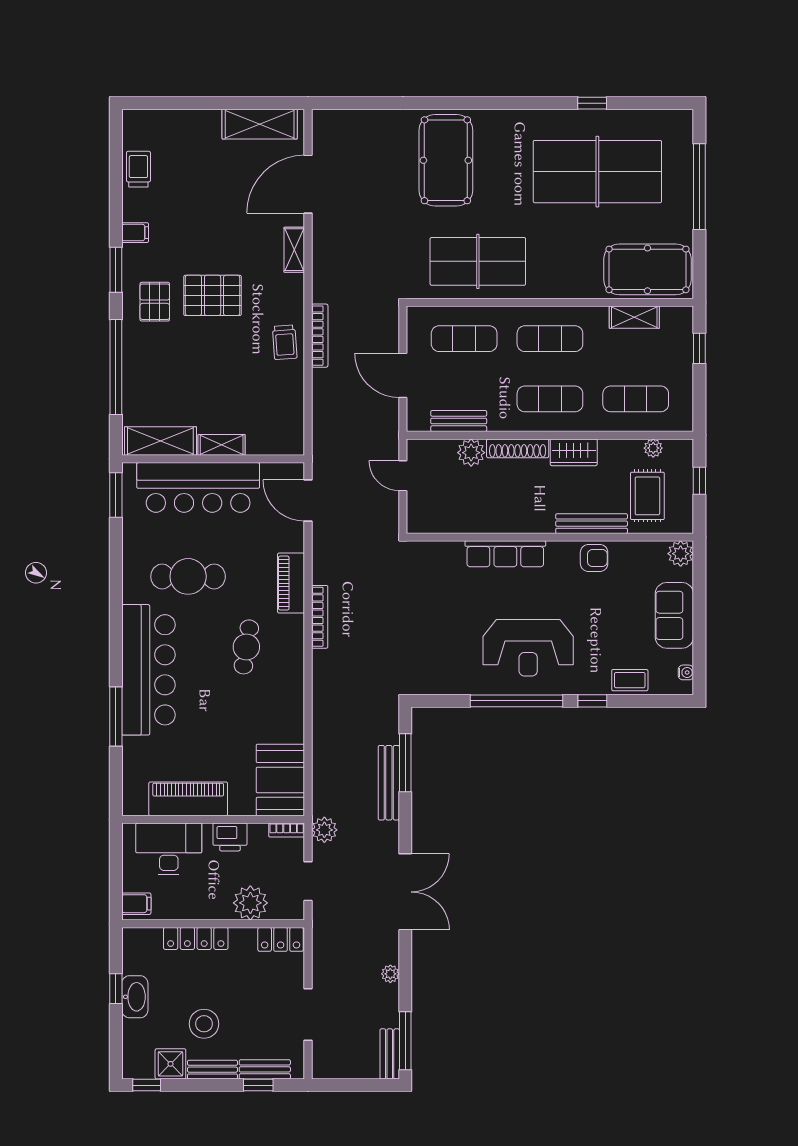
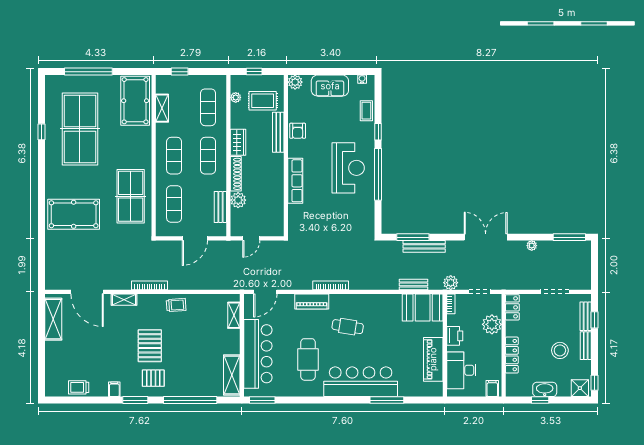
bookcase: (320, 336) -> (150, 285), moved
shelving: (222, 445) -> (234, 315), moved
armchair: (594, 558) -> (298, 131), turned 180
bench: (390, 1054) -> (413, 284), moved
shower: (170, 1064) -> (580, 388), moved

